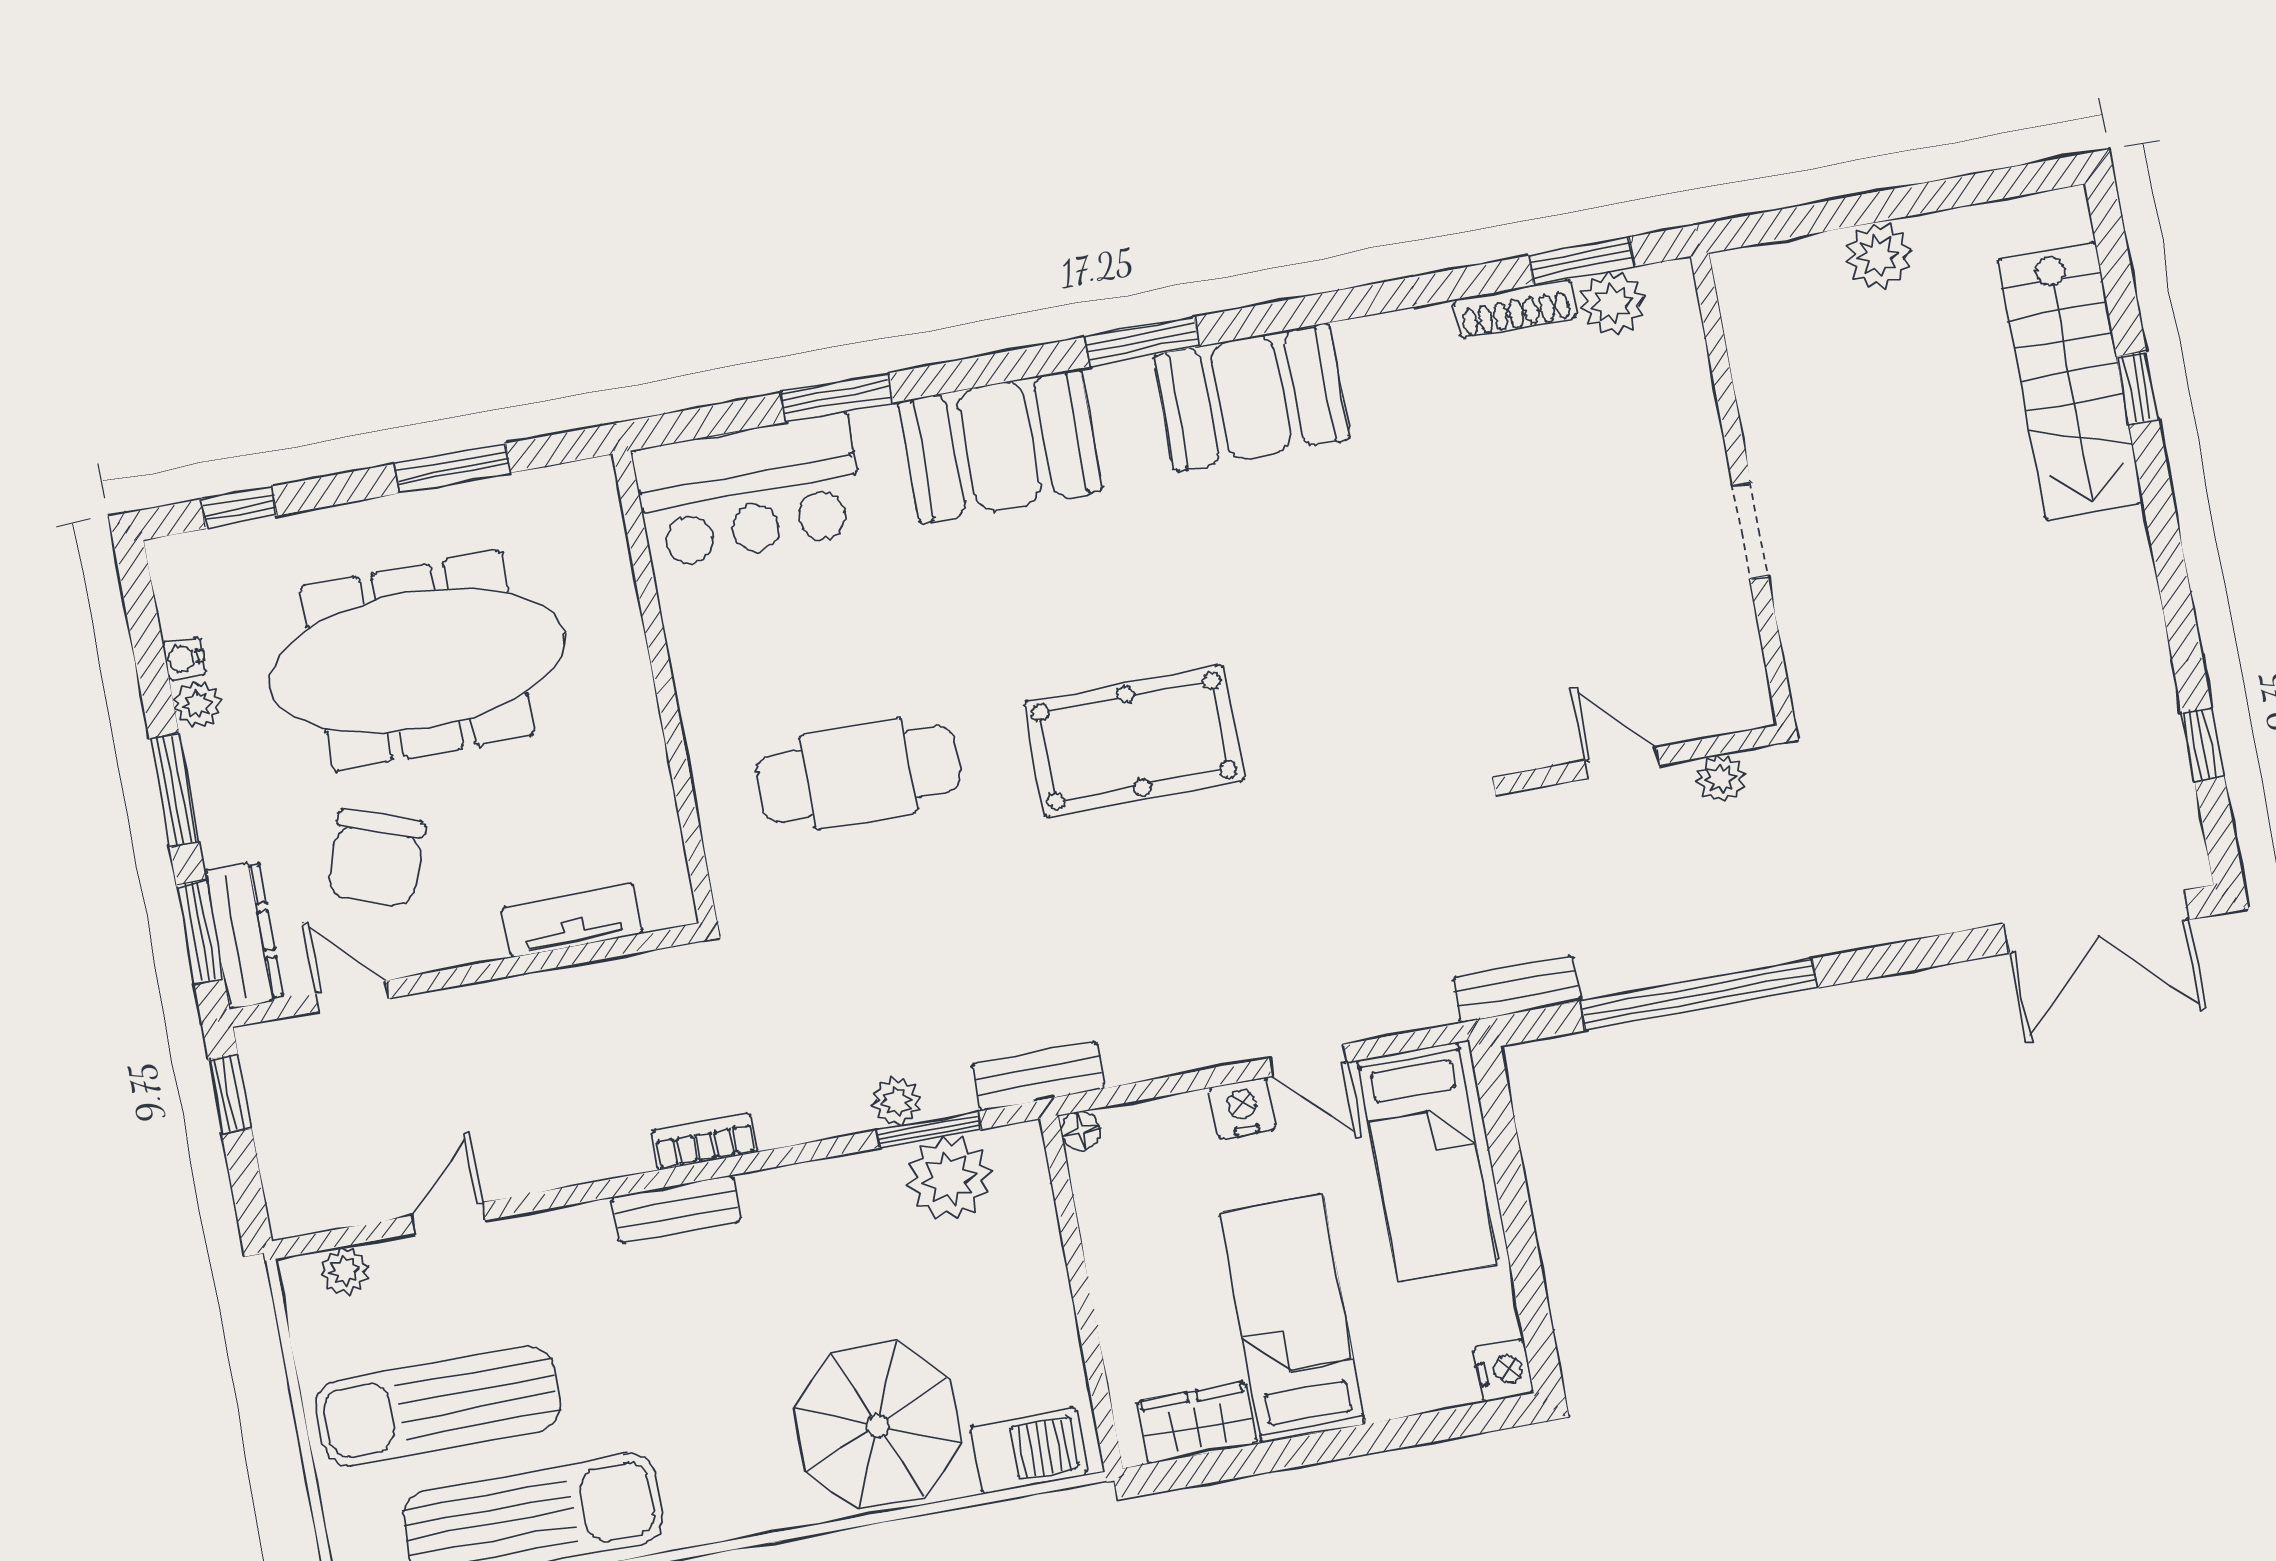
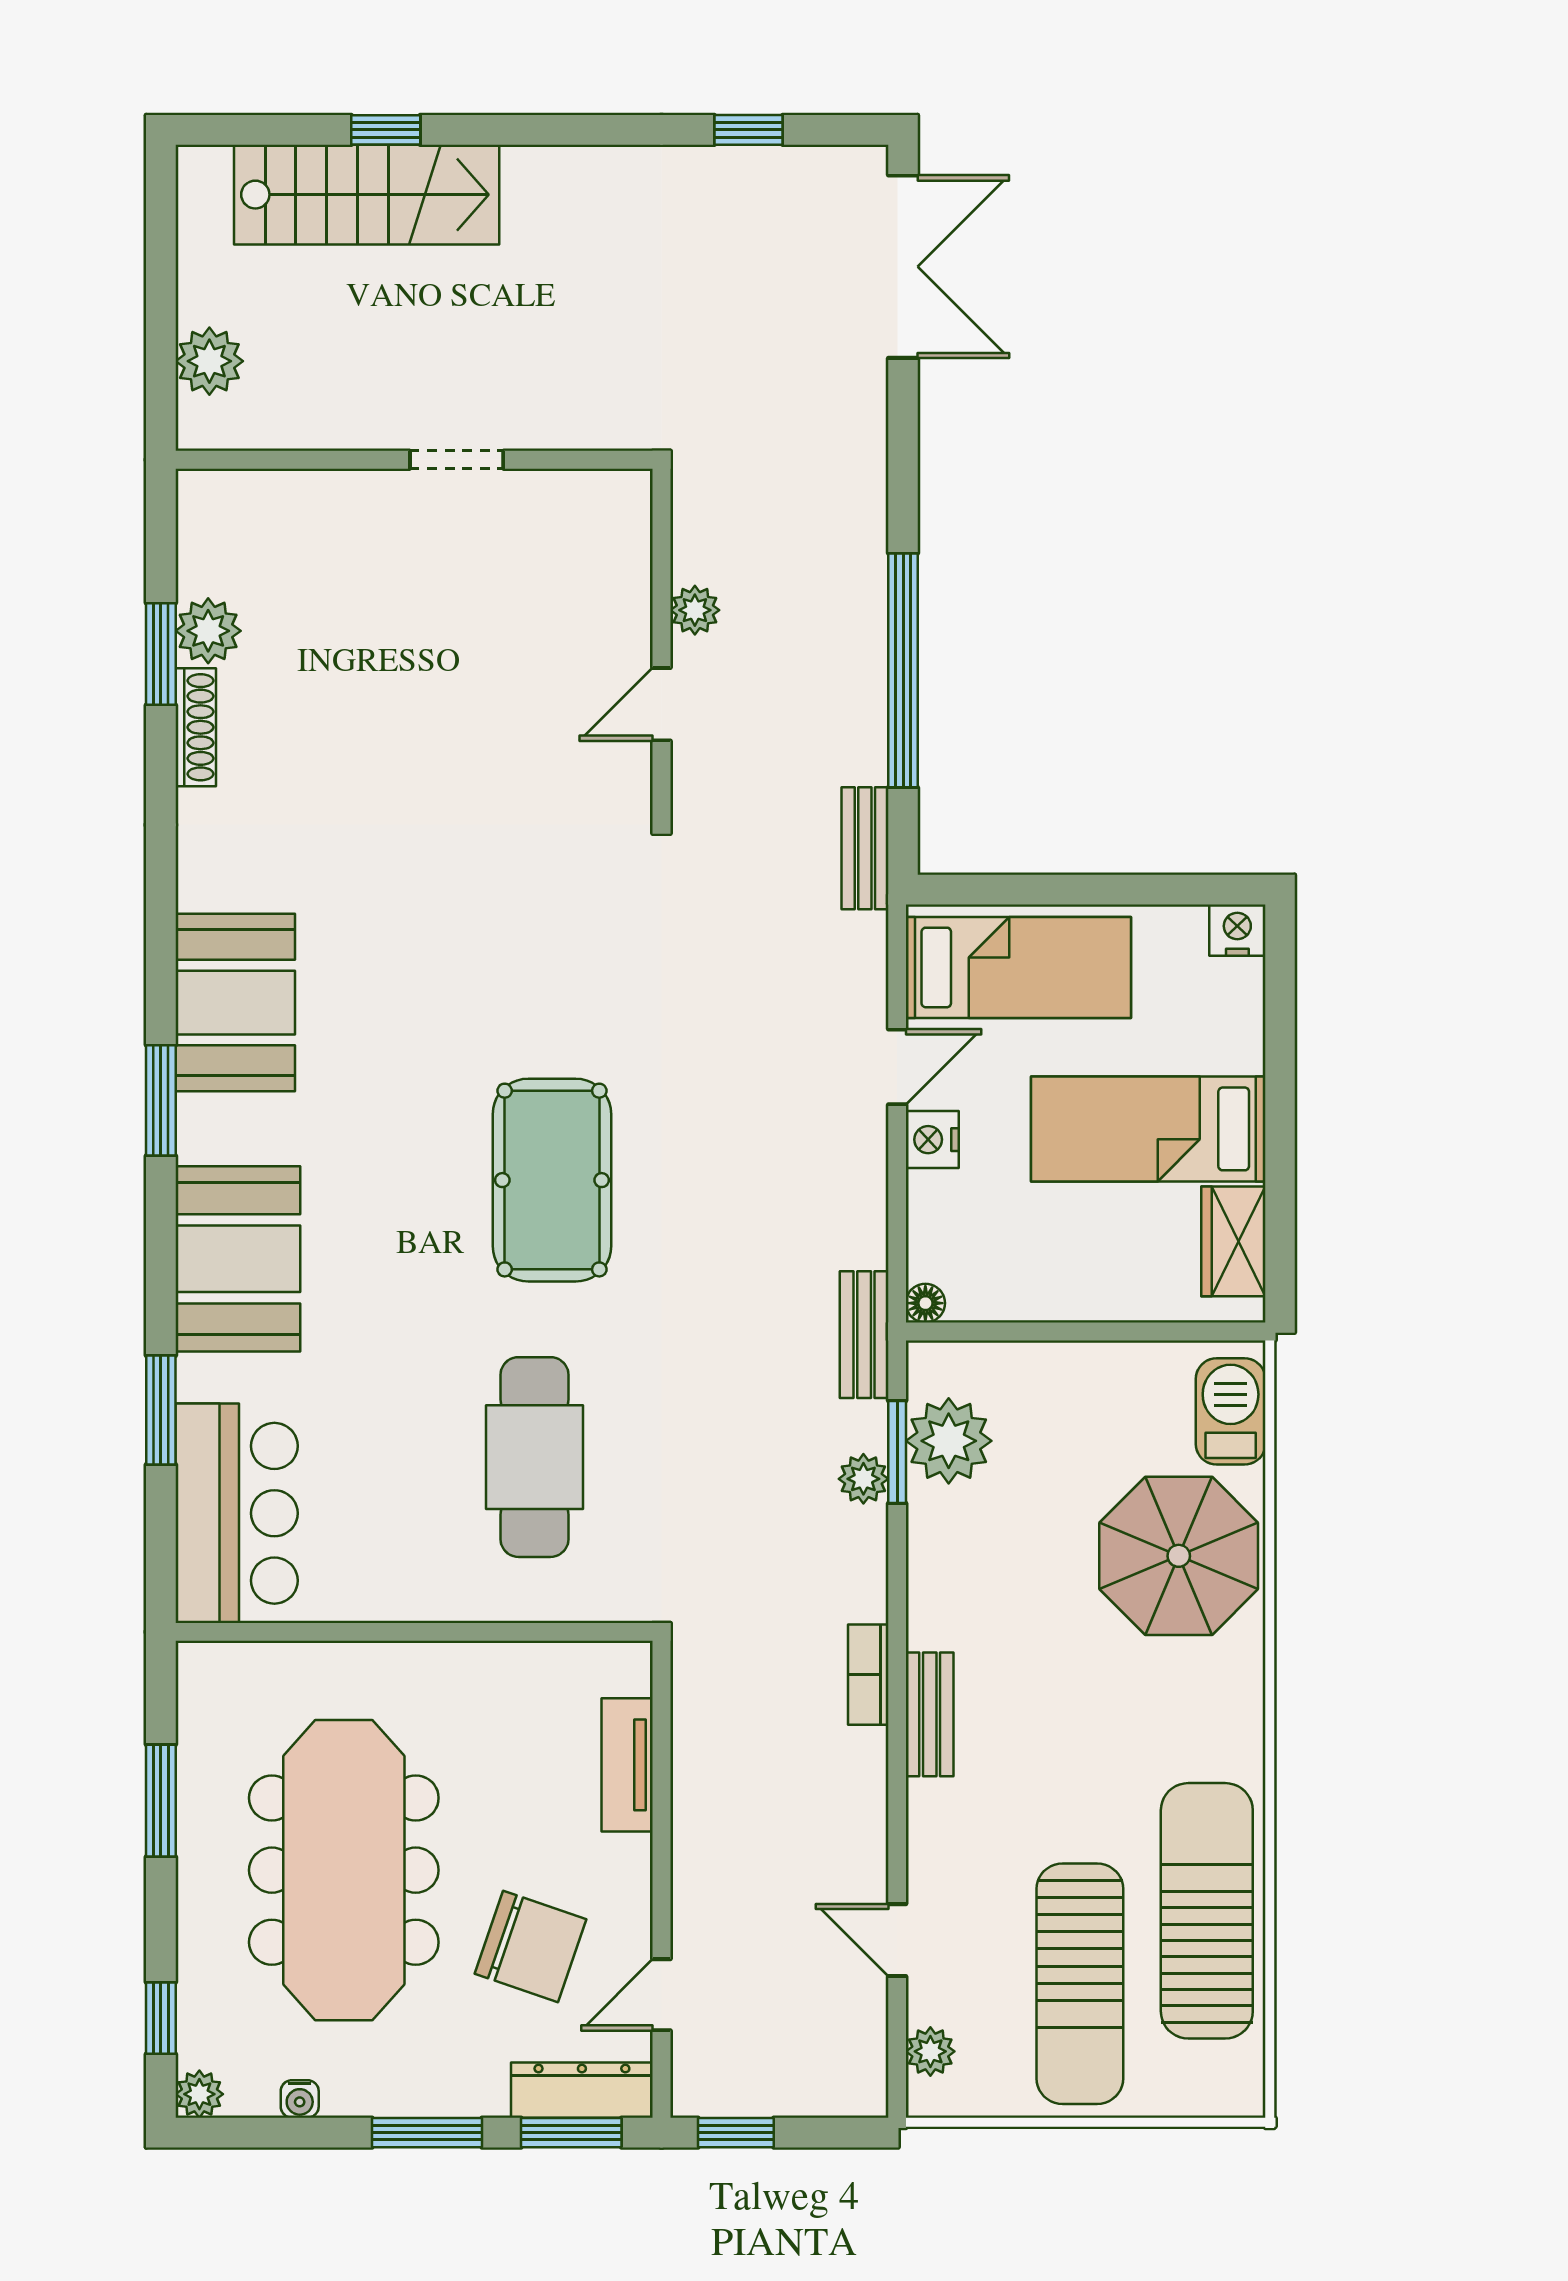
wall: (1743, 489) -> (414, 460), moved
doorway: (1750, 531) -> (457, 460), moved
plant: (198, 704) -> (199, 2094), moved

